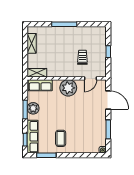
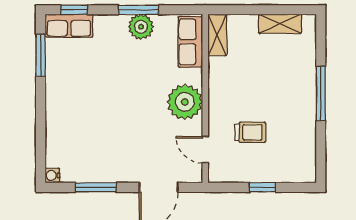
row of seats: (33, 137) -> (69, 26), width x0.68
coffee table: (61, 138) -> (77, 86), removed

